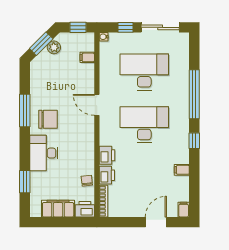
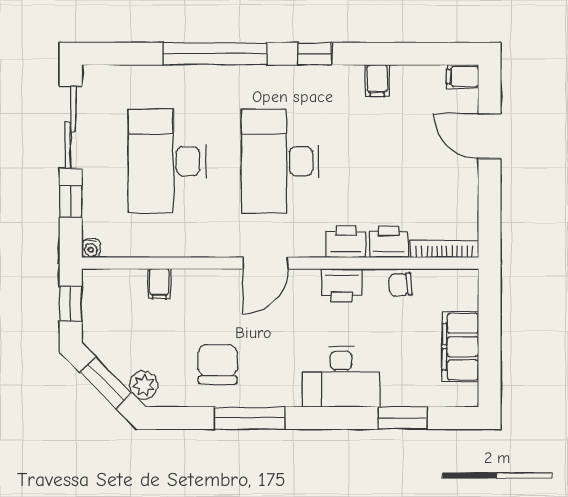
plant: (54, 47) -> (144, 385), moved
filing cabinet: (87, 57) -> (159, 284), moved
door: (97, 105) -> (266, 263), moved
chair: (48, 119) -> (218, 364), moved
printer: (85, 209) -> (342, 285), moved, turned -90

